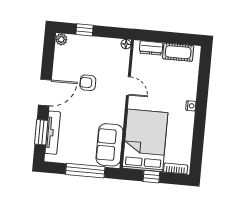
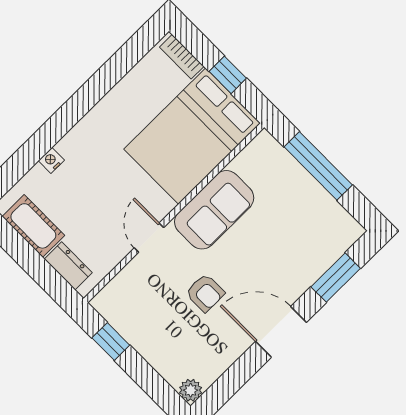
window: (85, 30) -> (111, 342), moved
floor lamp: (126, 44) -> (101, 303), removed
nightstand: (191, 106) -> (51, 160), moved
tv unit: (53, 133) -> (319, 263), removed
sofa: (110, 145) -> (214, 210), moved

